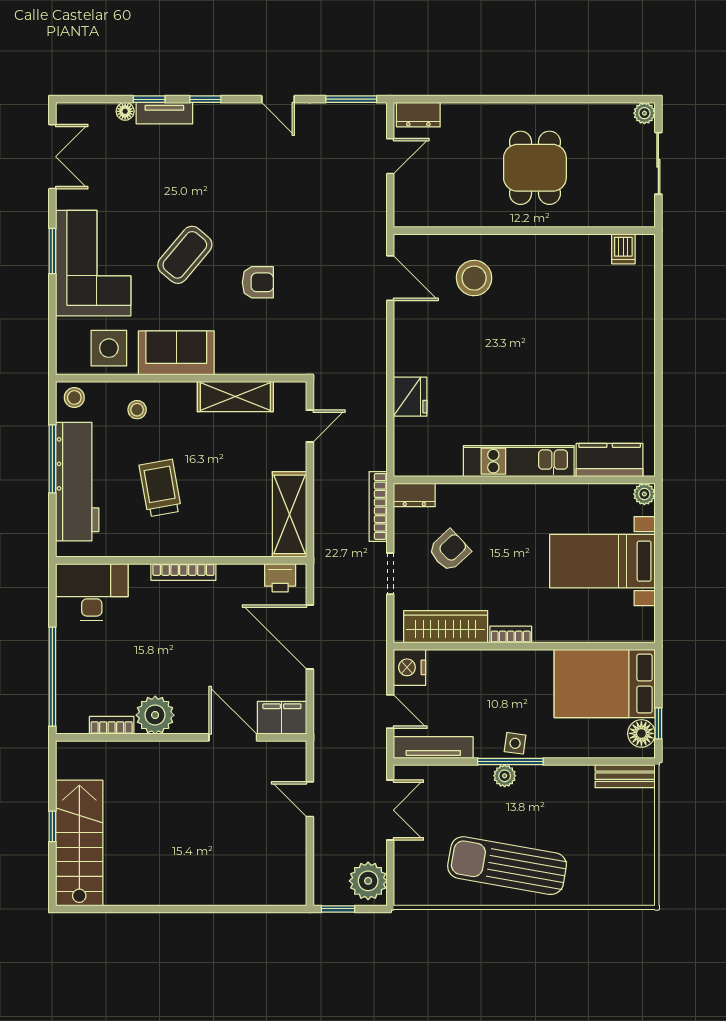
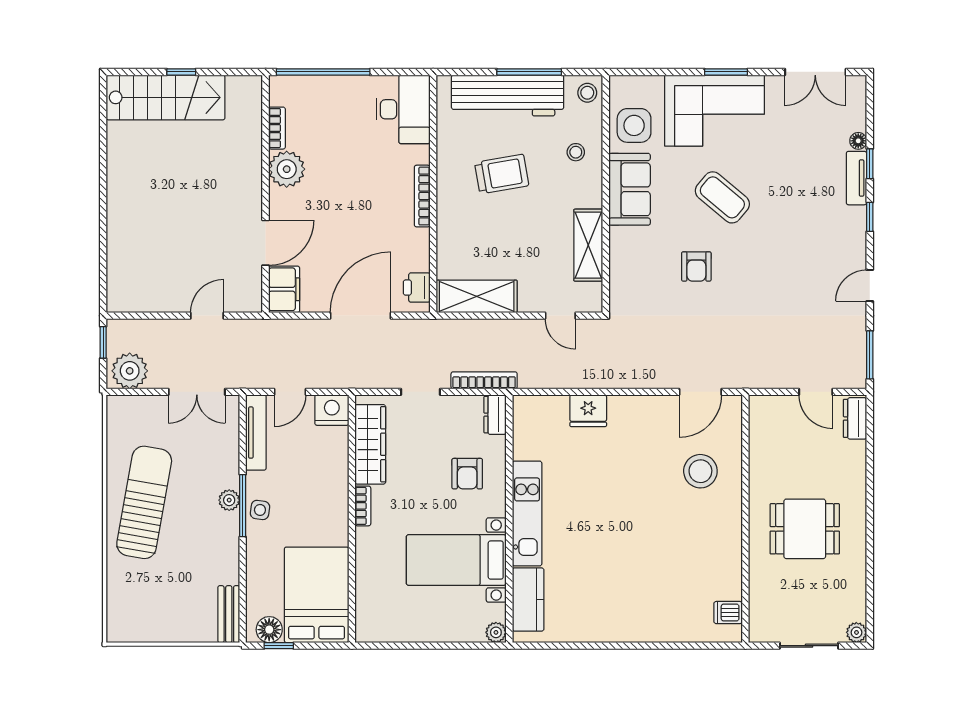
armchair: (449, 551) -> (467, 474), moved, turned 43
bed with nightstands: (602, 561) -> (456, 560), moved, turned -90

